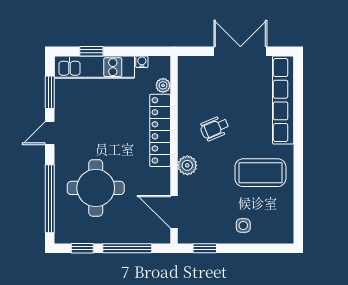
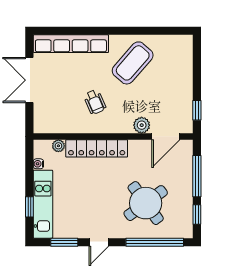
door: (50, 133) -> (99, 242), hinge flipped
plant: (187, 165) -> (142, 125), moved
coffee table: (260, 173) -> (133, 63), turned 41
round table: (96, 188) -> (146, 203), turned -36
side table: (243, 225) -> (178, 78), removed

